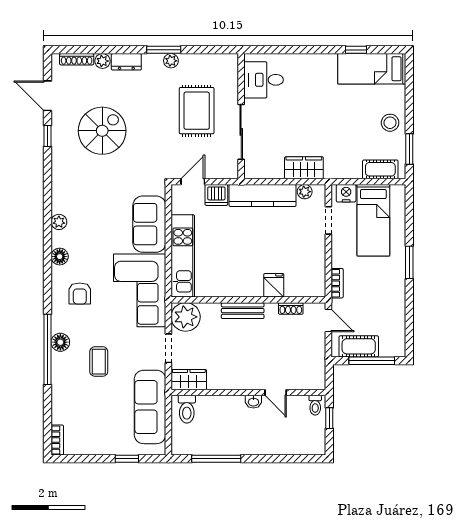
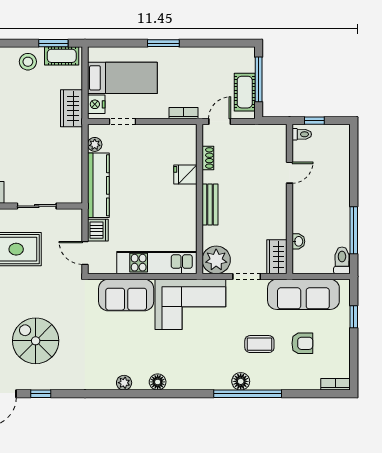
sliding door: (241, 132) -> (37, 206), width x0.73
wardrobe: (304, 168) -> (72, 108), moved
cot: (380, 169) -> (62, 56), moved, turned 90
armchair: (80, 293) -> (302, 343), moved
washbasin: (253, 402) -> (298, 241), moved
toilet: (187, 409) -> (342, 260), moved, turned -90

